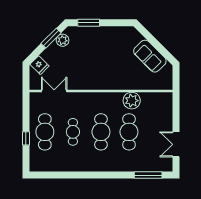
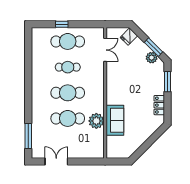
locker: (114, 32) -> (159, 105), added
sofa: (150, 56) -> (115, 120), moved, turned 135

